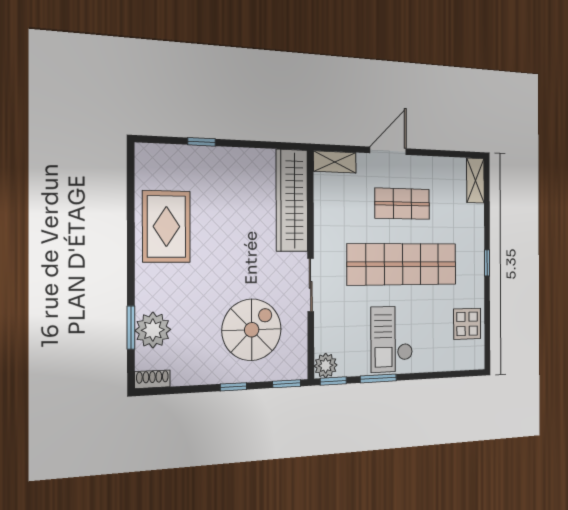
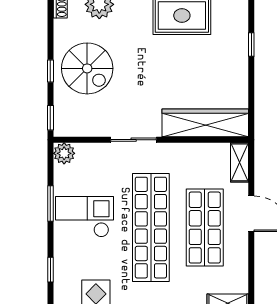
shop shelf: (402, 204) -> (205, 228), width x1.43, depth x1.36
spiral stairs: (252, 330) -> (87, 68), moved
window: (333, 381) -> (50, 270), moved

